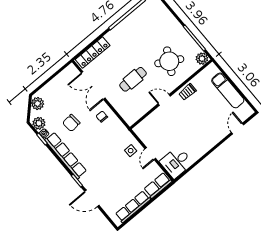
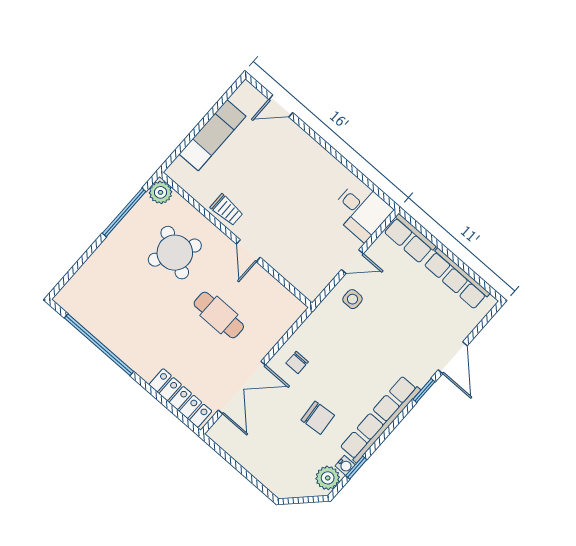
plant: (38, 103) -> (291, 486), removed

